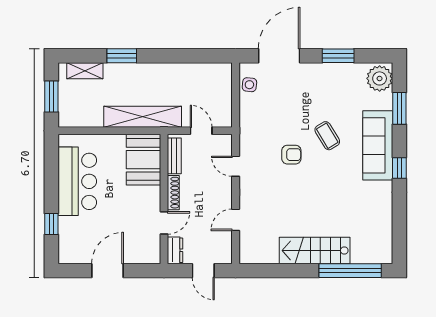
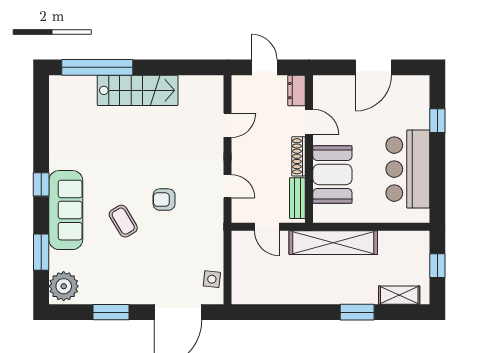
window: (51, 96) -> (437, 266), width x0.67
booth: (143, 160) -> (332, 174), moved
door: (164, 223) -> (309, 122), swing flipped

